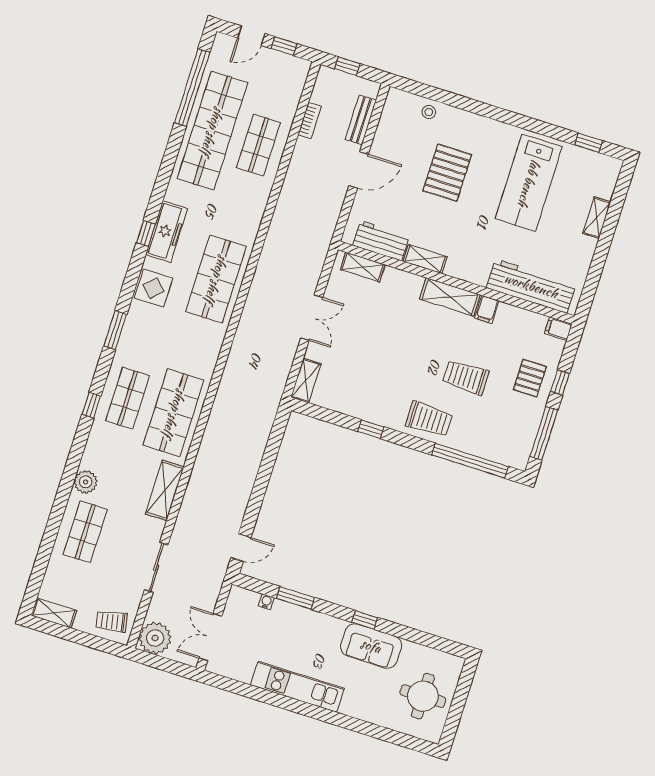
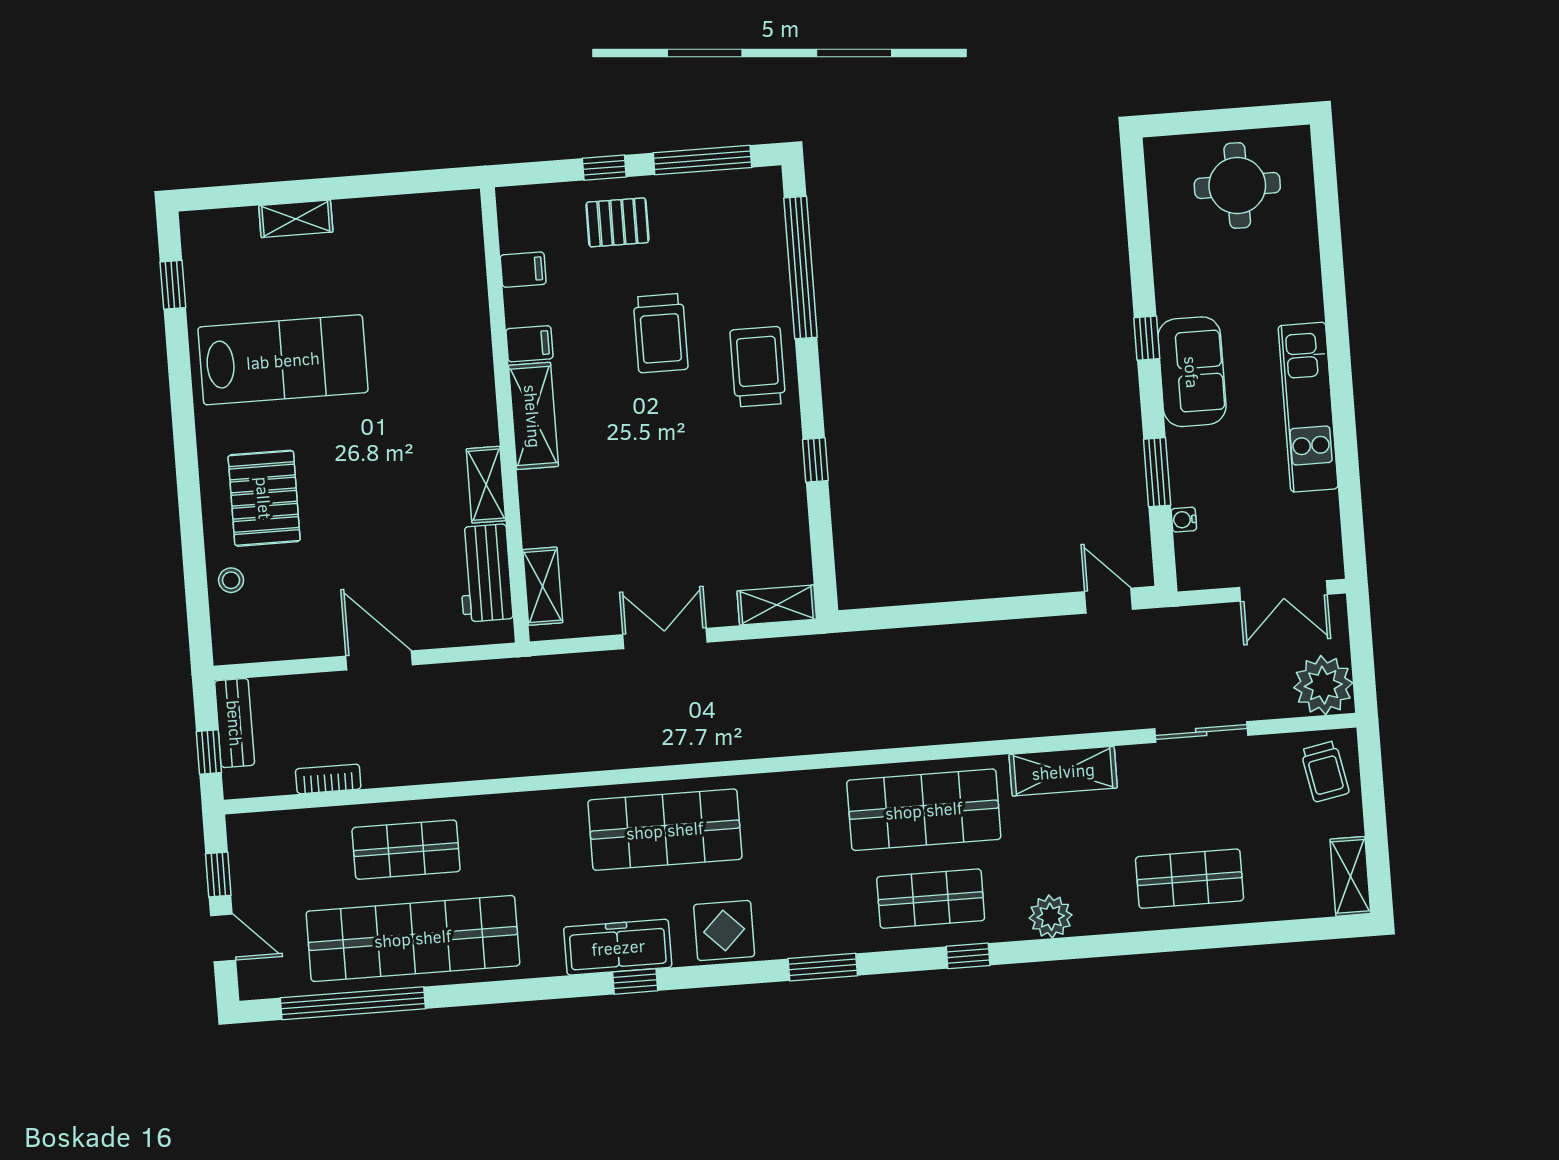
bench: (361, 120) -> (235, 723), moved, turned 90
pallet: (447, 173) -> (264, 498), moved, turned 90
workbench: (531, 286) -> (459, 284), removed
filing cabinet: (558, 329) -> (523, 270), moved, turned -90
plant: (86, 482) -> (1051, 917), moved
sofa: (371, 646) -> (1192, 372), moved

